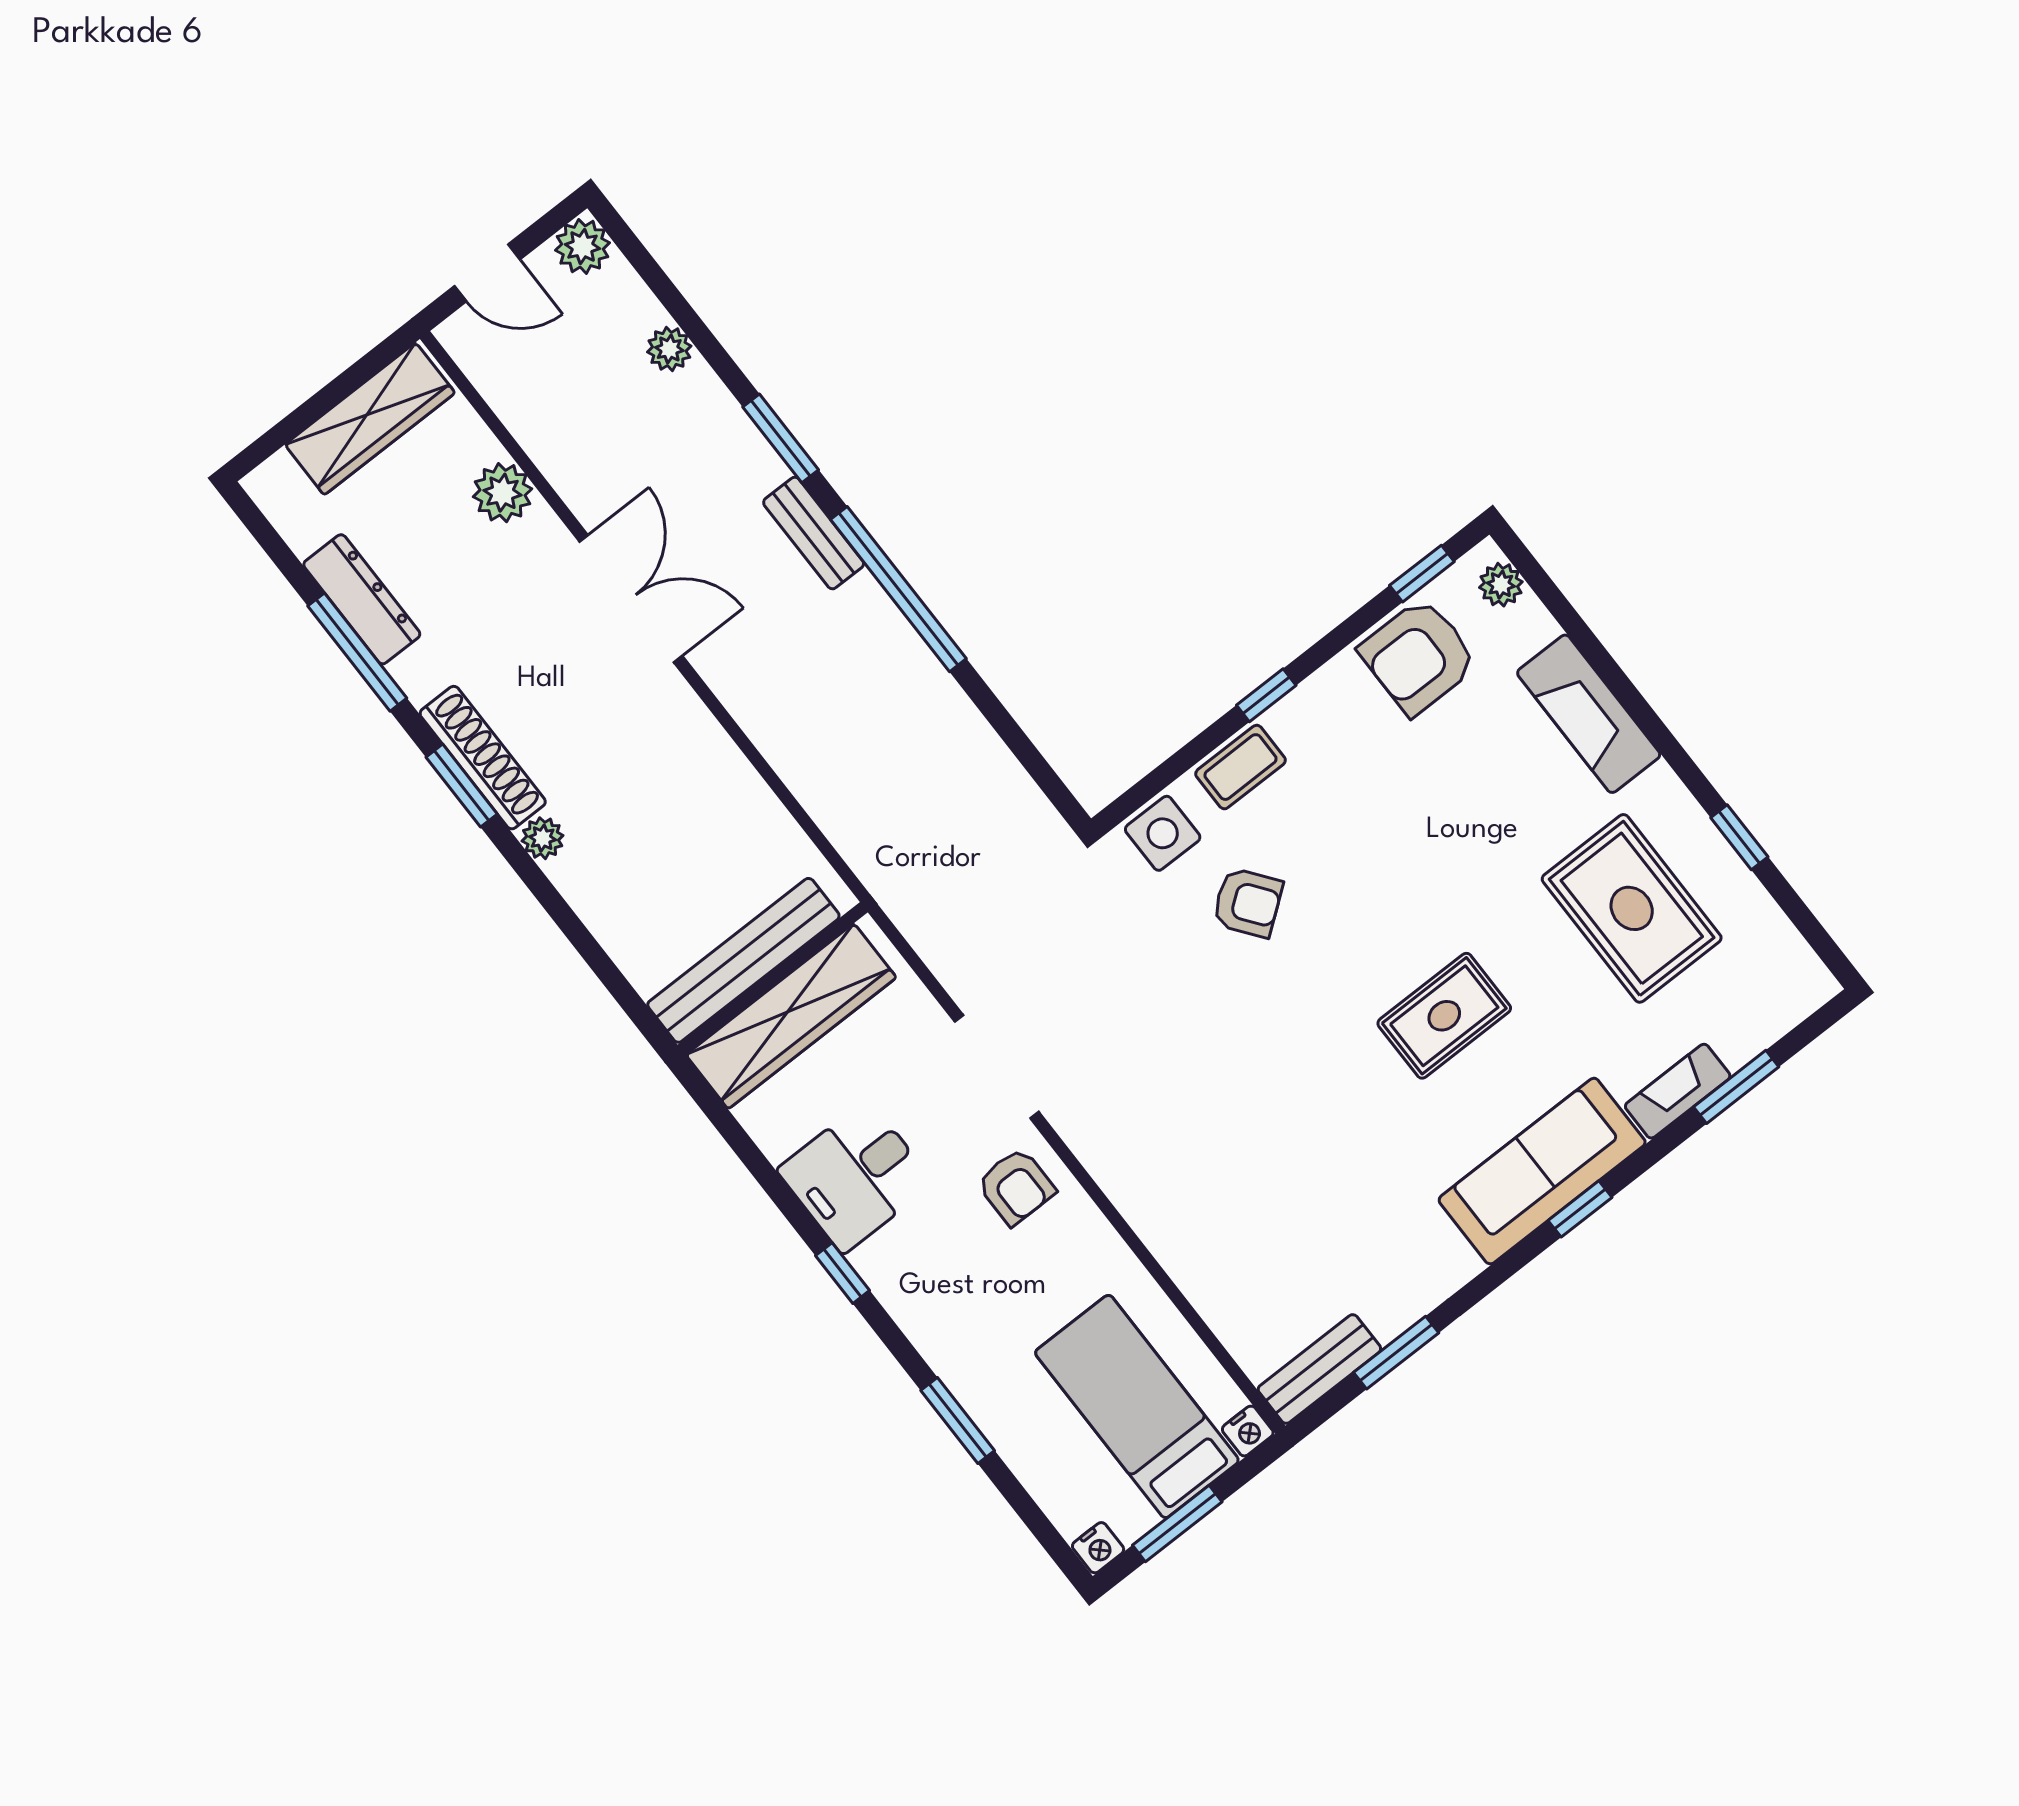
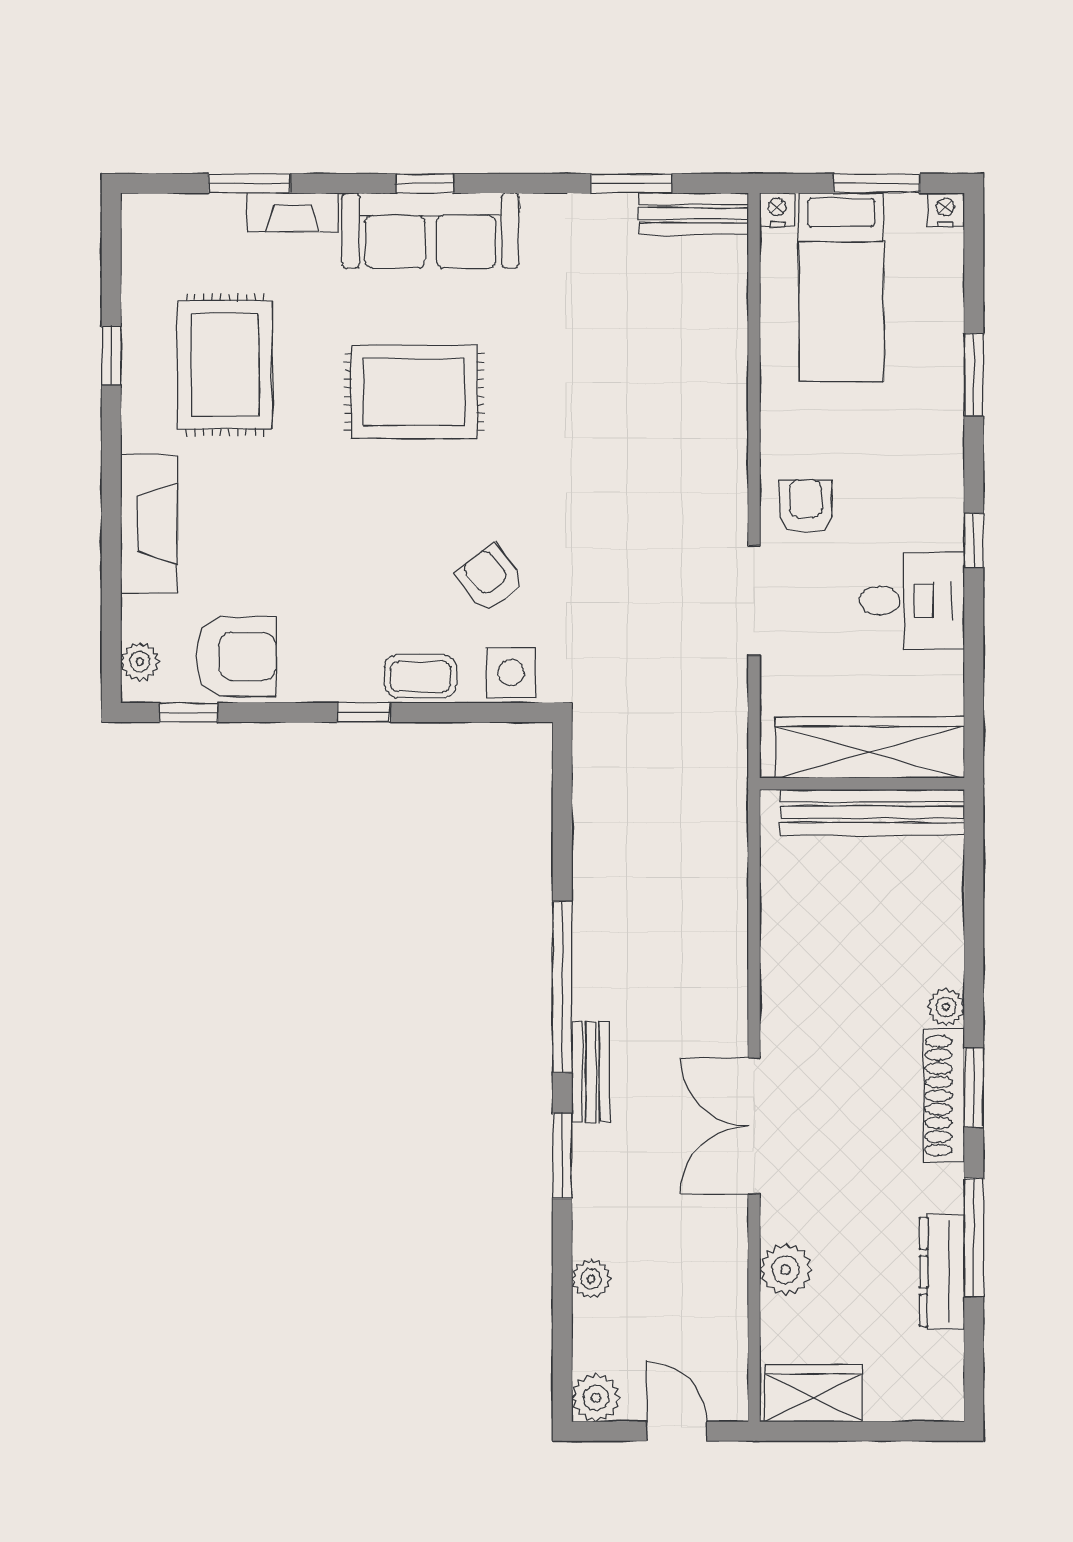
wardrobe: (370, 419) -> (813, 1393), width x0.67
rug: (1444, 1016) -> (414, 392), width x1.36, depth x1.43

